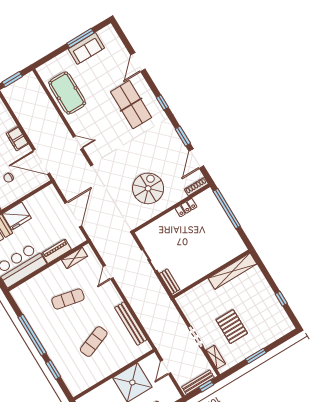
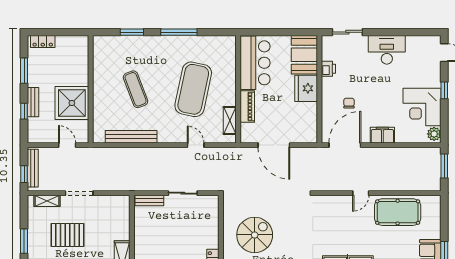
door: (78, 143) -> (361, 193), moved
spiral stairs: (148, 188) -> (255, 235), turned -90
exercise mat: (68, 299) -> (193, 89), width x2.00, depth x1.45
window: (32, 335) -> (179, 32), width x0.68

